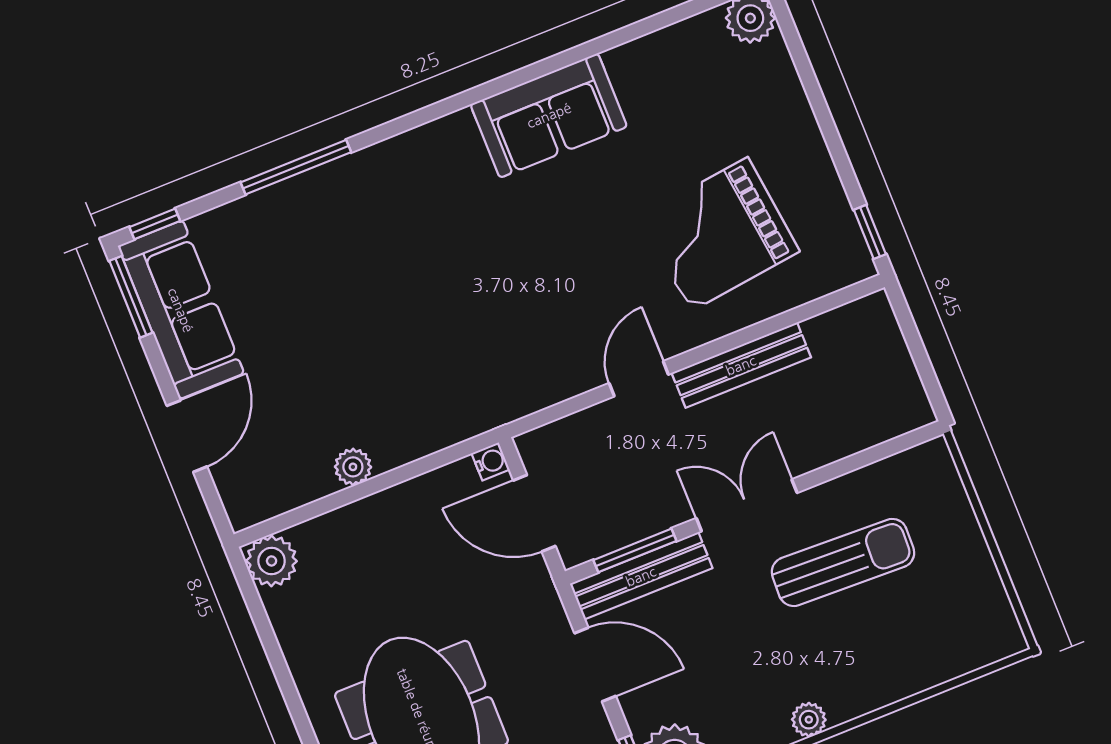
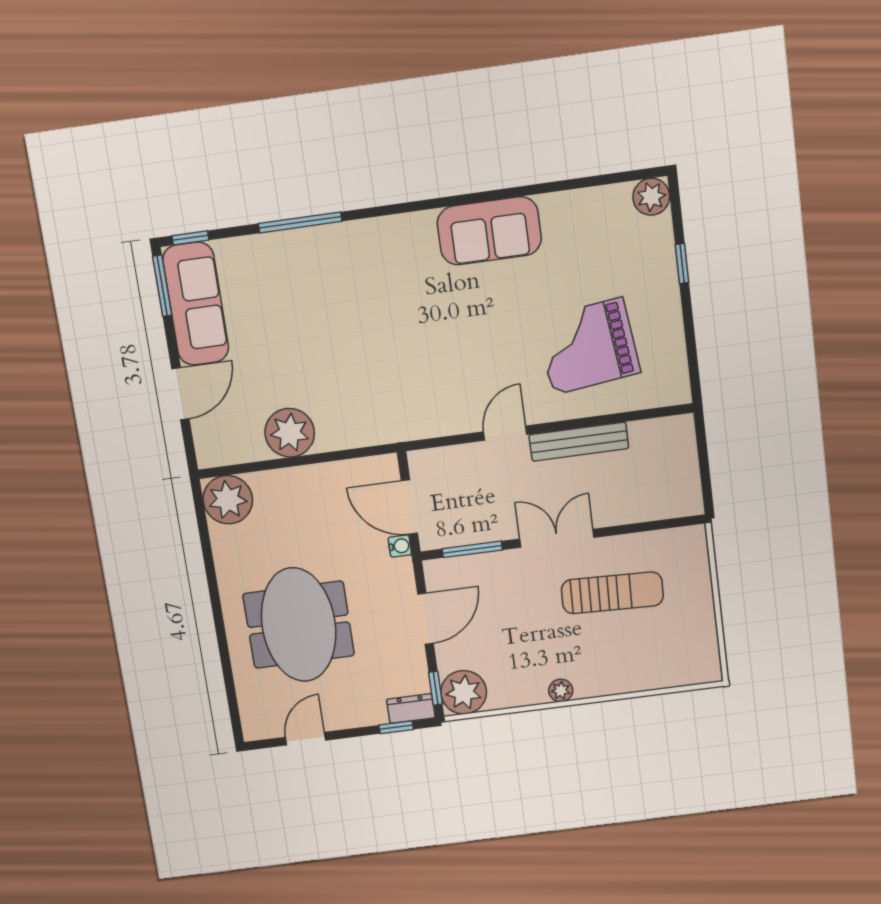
window: (870, 232) -> (682, 264), moved
water cooler: (490, 461) -> (400, 546), moved
plant: (353, 467) -> (290, 433), width x1.87, depth x1.87
plant: (272, 561) -> (228, 500), width x1.36, depth x1.36
bench: (641, 576) -> (472, 567), removed
door: (595, 665) -> (426, 619), hinge flipped

